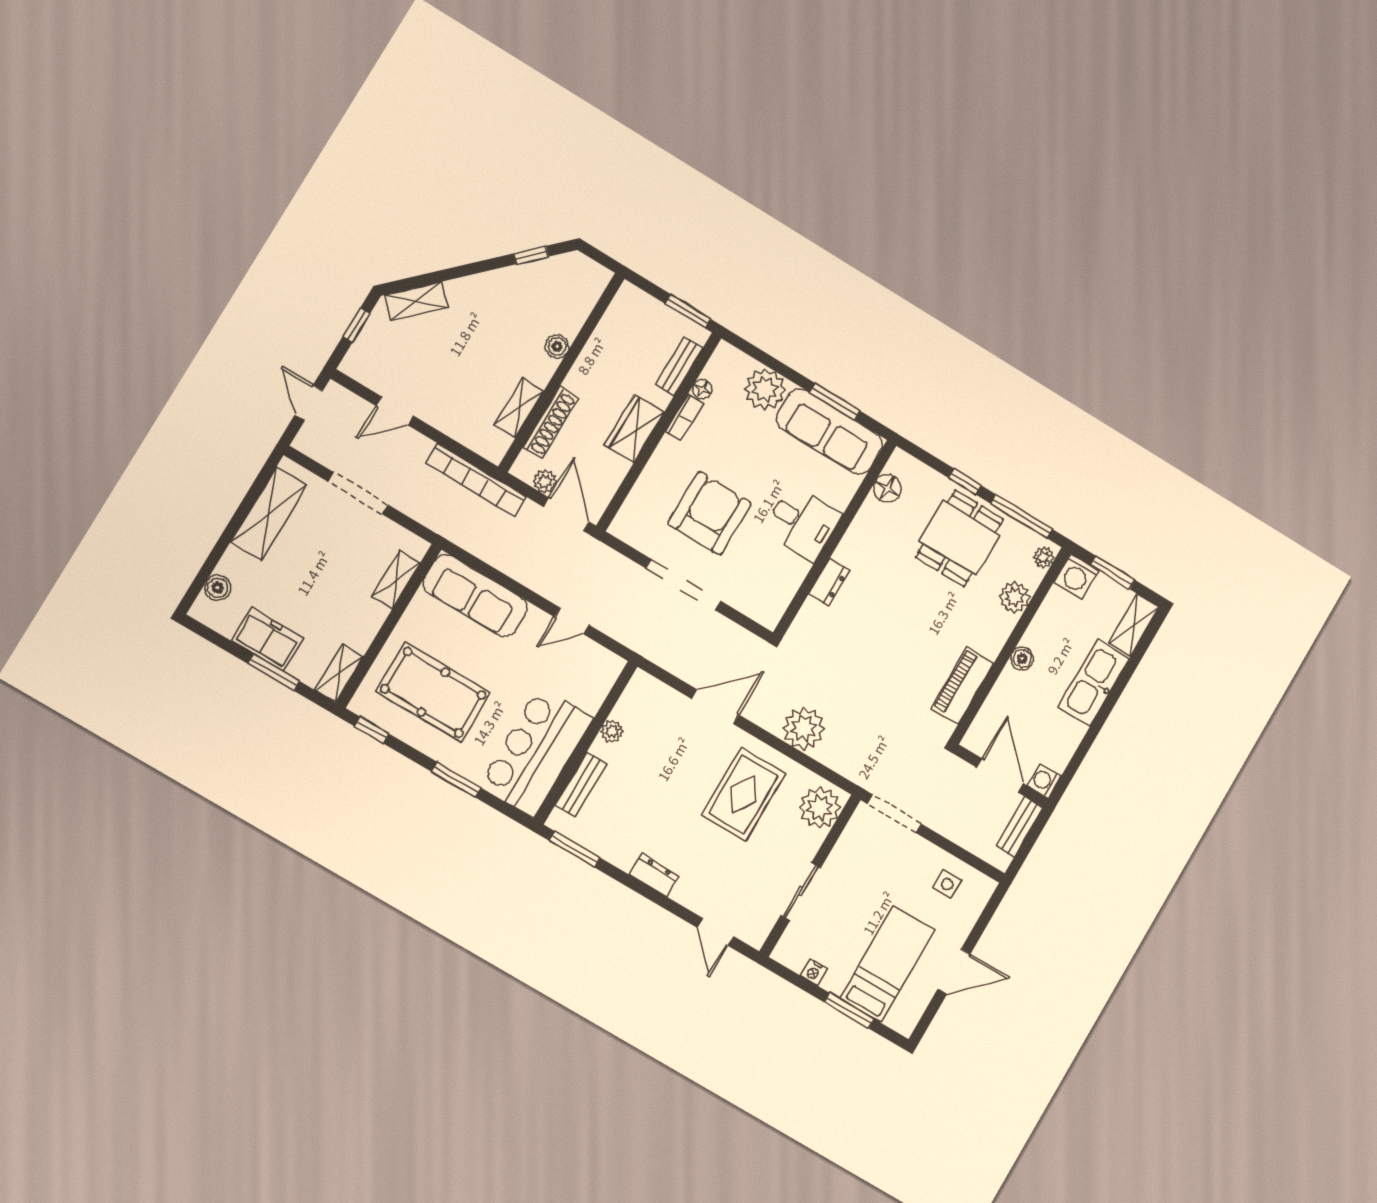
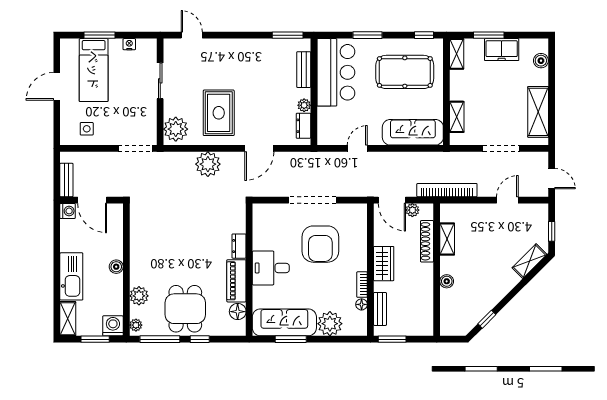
piano: (962, 686) -> (236, 281), moved, turned 180
dresser: (654, 875) -> (303, 126), moved, turned 90

